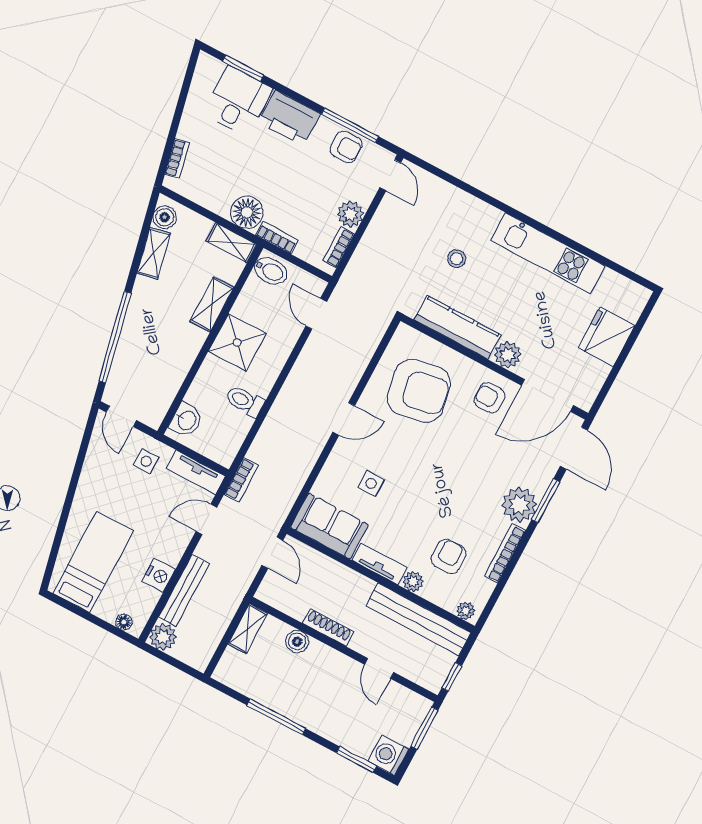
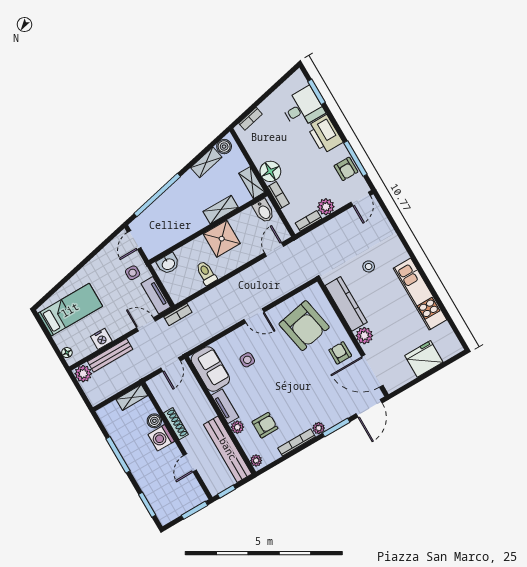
plant: (519, 505) -> (319, 428), width x0.53, depth x0.53
washing machine: (388, 755) -> (161, 438), moved, turned -90

